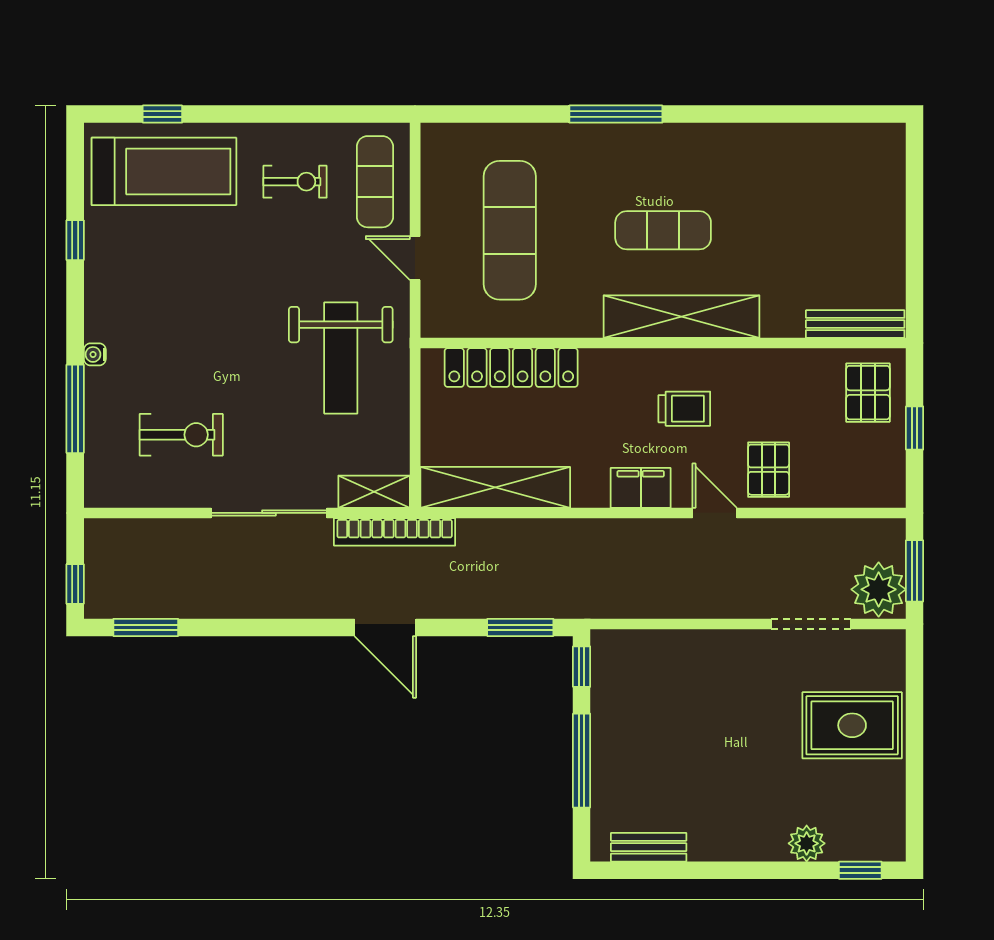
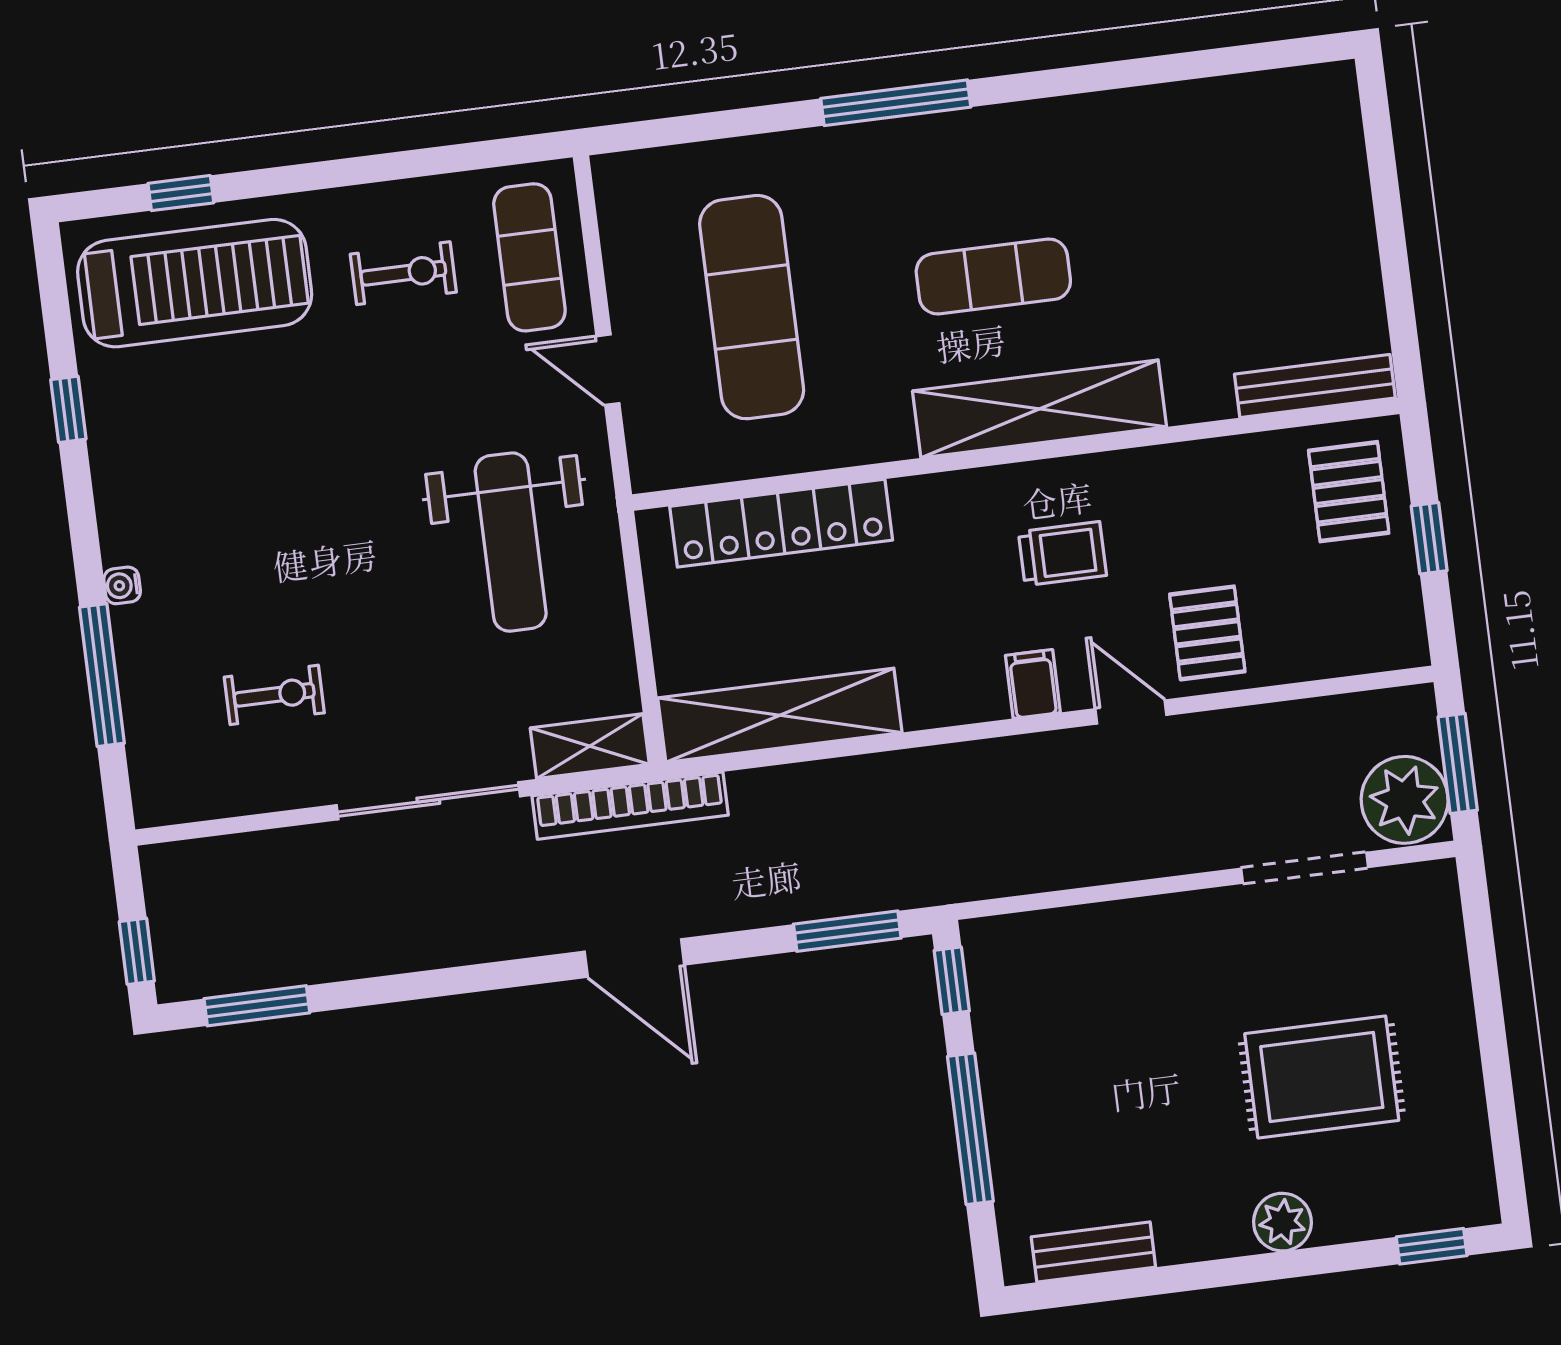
exercise bike: (181, 435) -> (274, 695), width x0.73, depth x0.72
filing cabinet: (641, 488) -> (1033, 684), width x0.50
rug: (852, 725) -> (1322, 1077), moved
plant: (807, 843) -> (1282, 1222), moved

